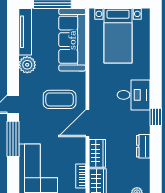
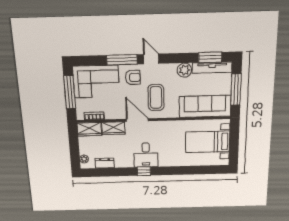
window: (13, 34) -> (210, 57), added
desk: (134, 95) -> (146, 155), moved
armchair: (34, 127) -> (133, 77), added
dresser: (143, 146) -> (105, 163), moved

